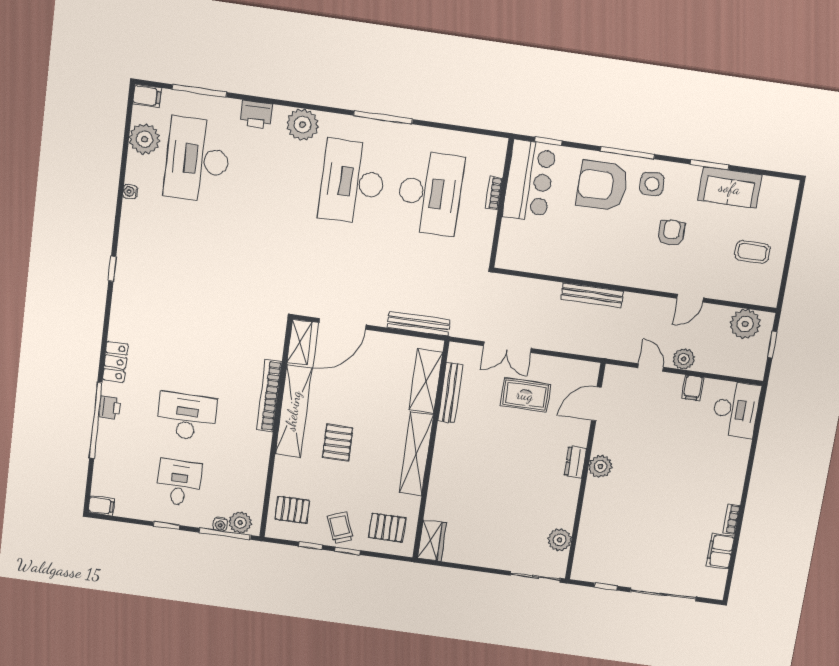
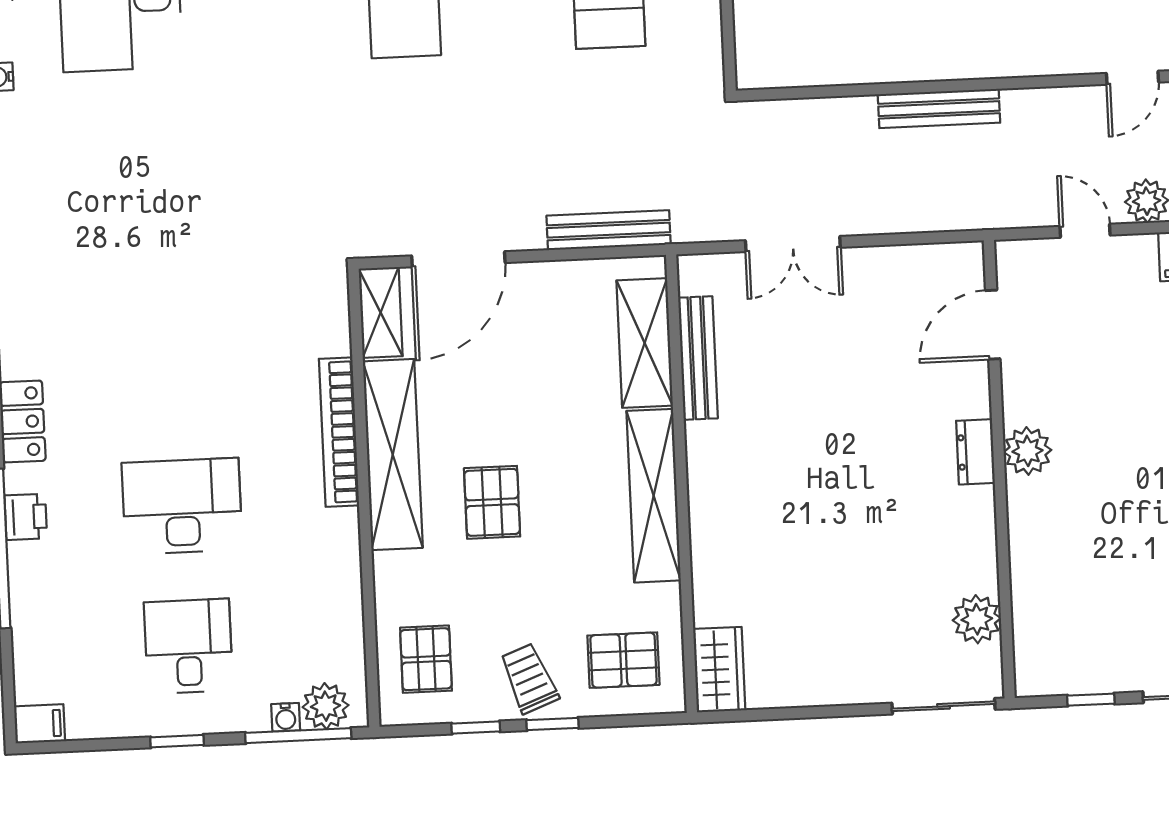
rug: (525, 395) -> (848, 333), removed
pallet: (292, 510) -> (426, 659), turned 90

